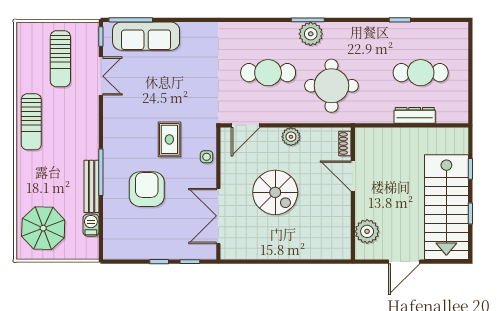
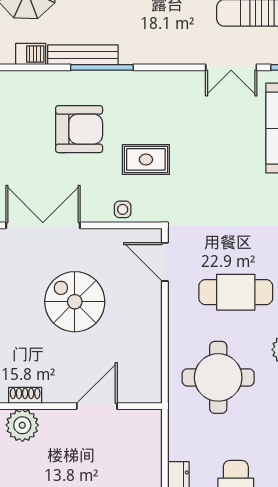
cafe table: (268, 73) -> (236, 292), turned 90
plant: (291, 137) -> (150, 323), removed
shoe rack: (345, 143) -> (25, 395), moved
spiral stairs: (275, 192) -> (75, 302), turned 90

